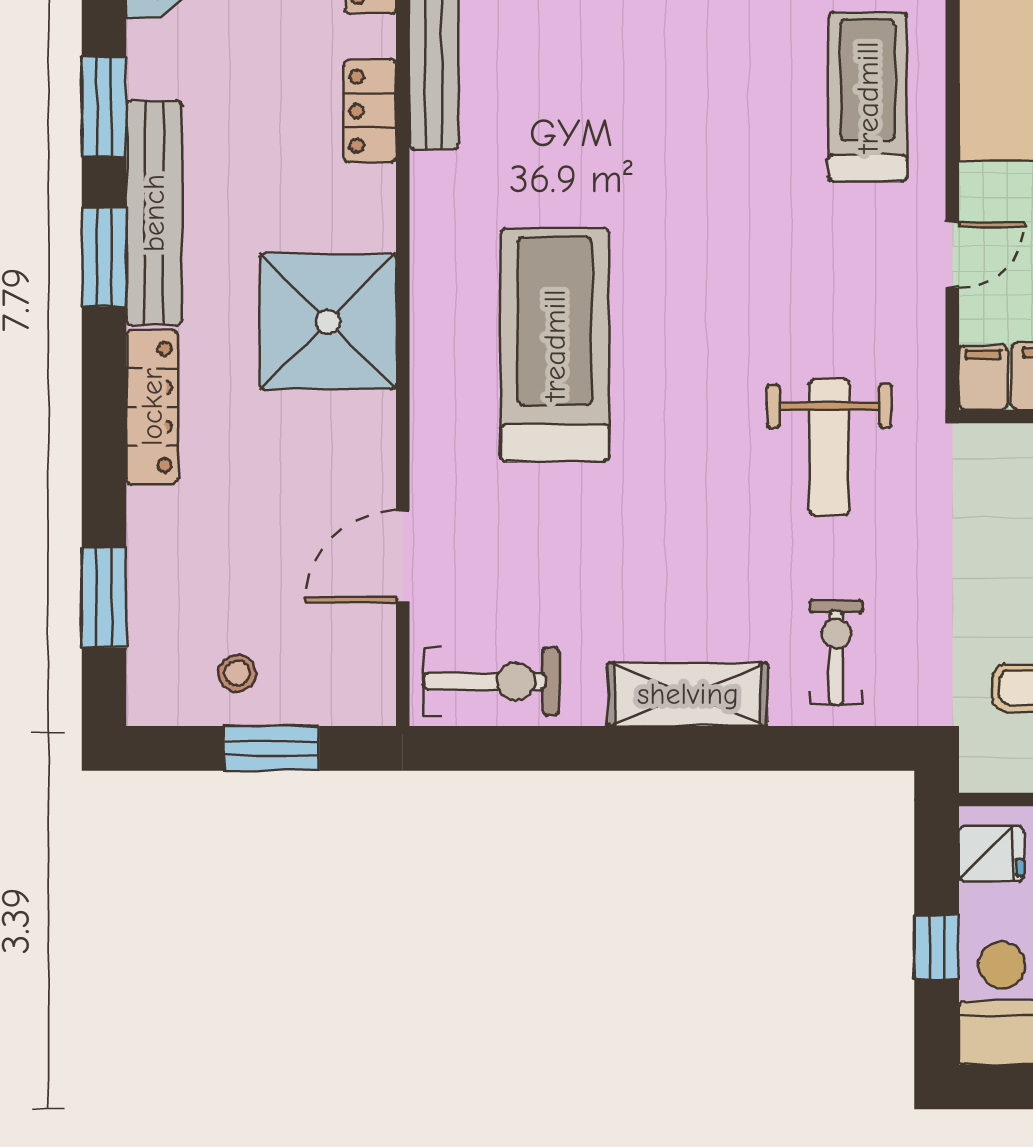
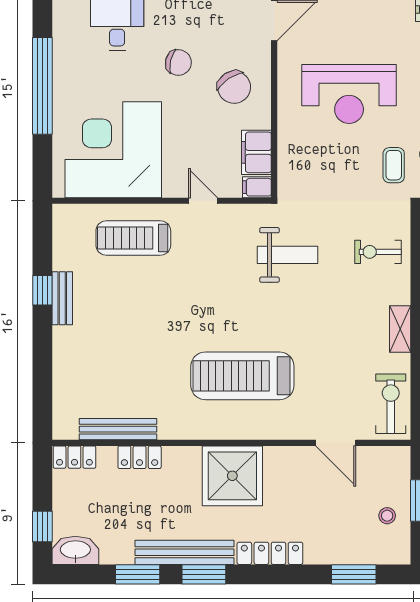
shelving: (688, 694) -> (400, 329), width x0.67, depth x0.75

